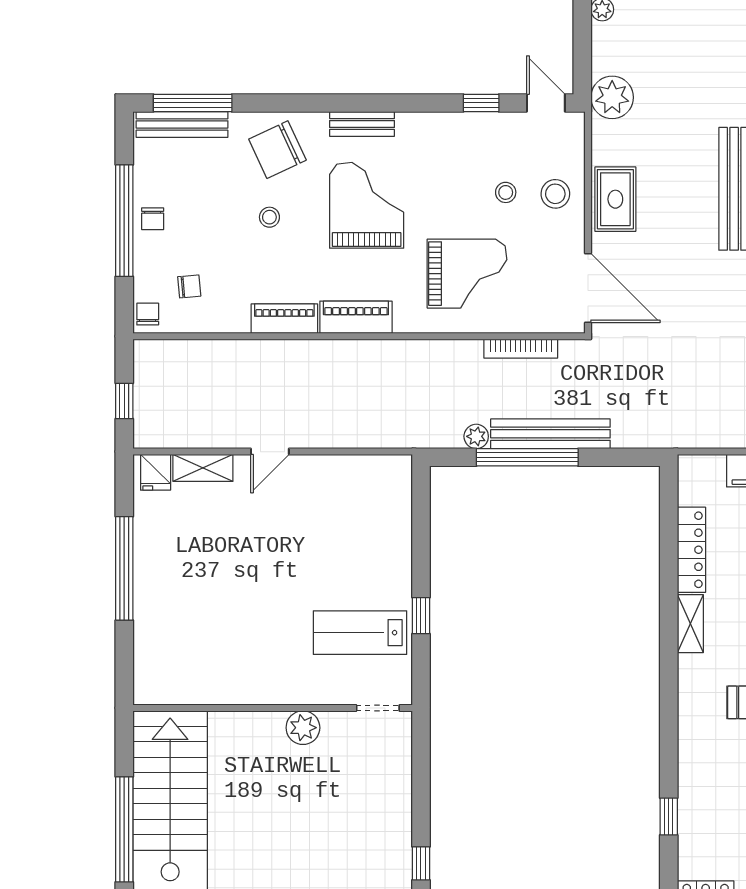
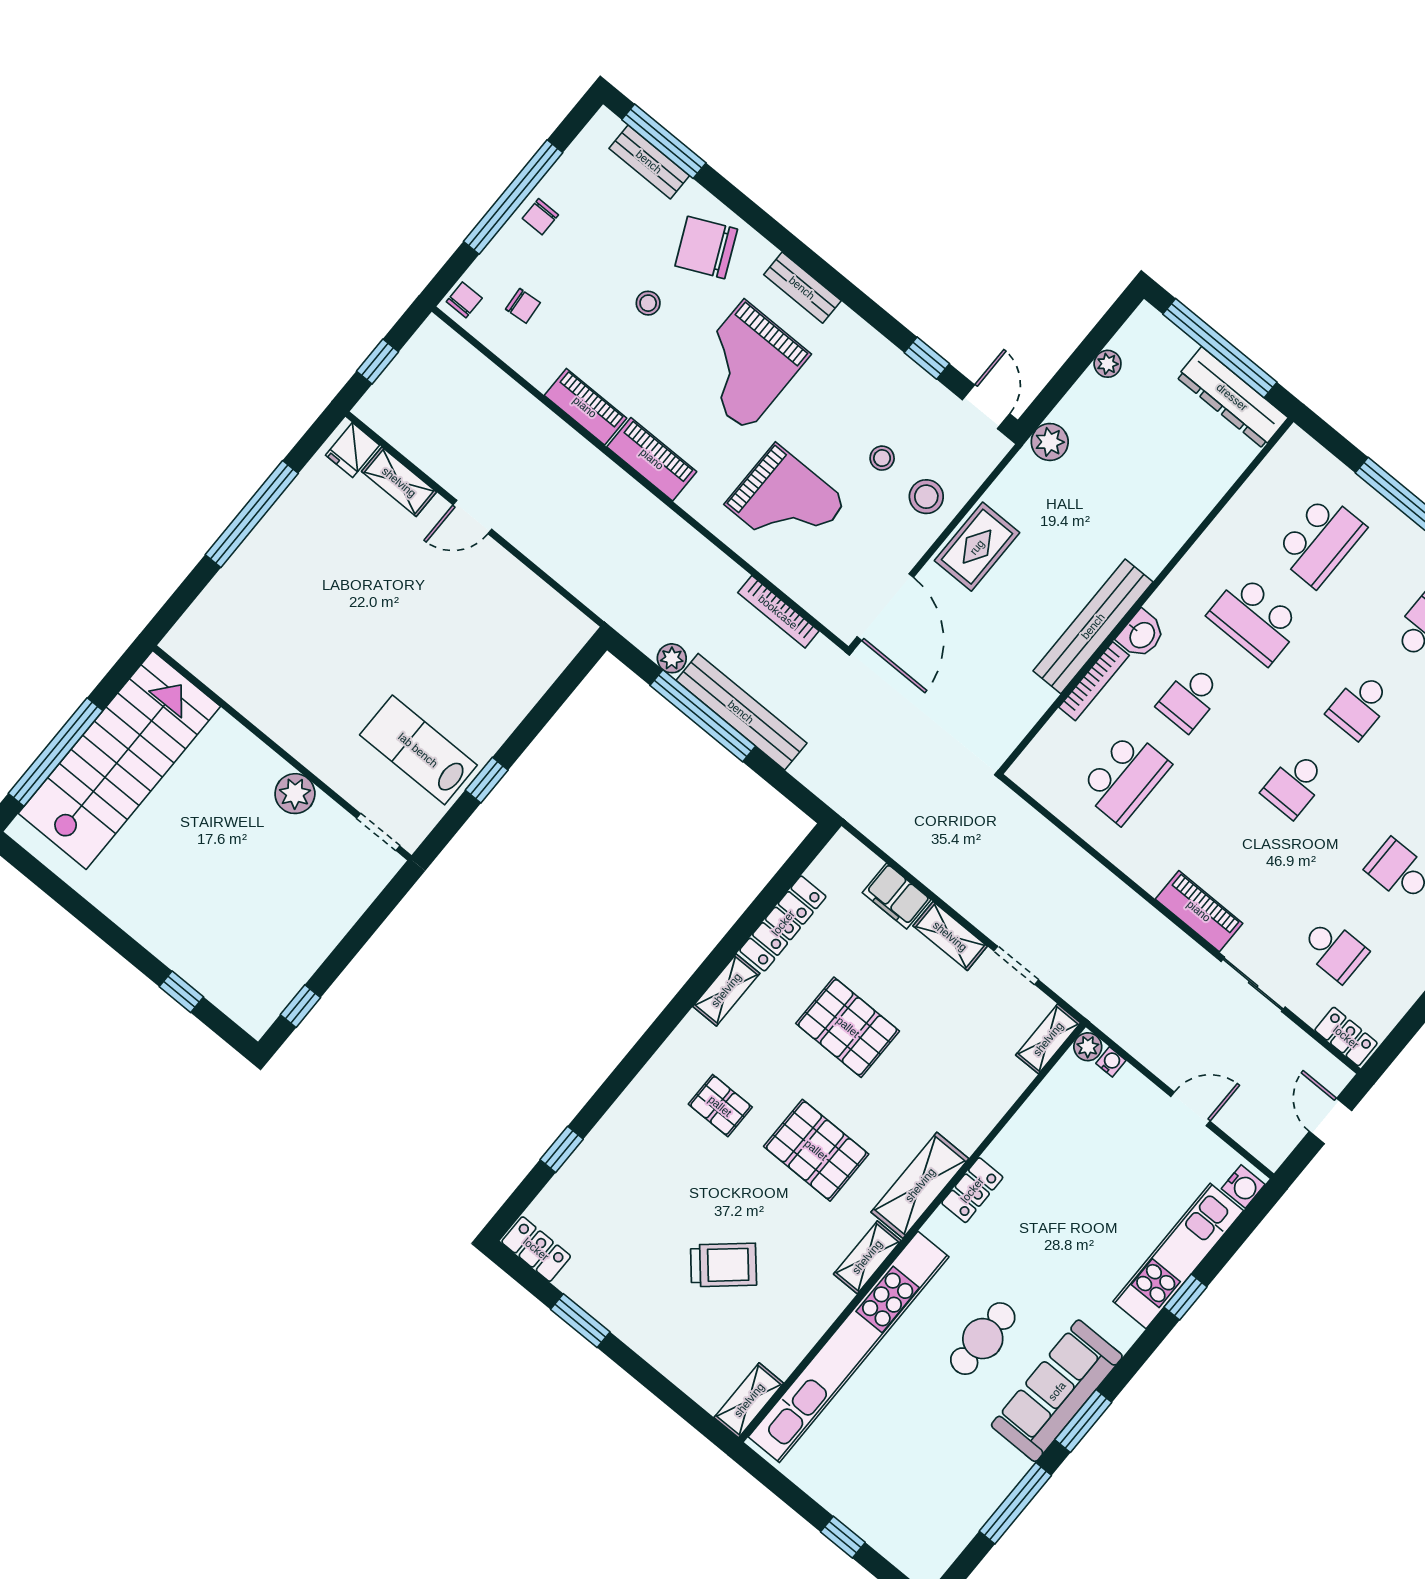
plant: (612, 97) -> (1050, 442), width x0.73, depth x0.73
bench: (182, 124) -> (649, 162), width x0.73
grand piano: (367, 205) -> (746, 365), turned 180

